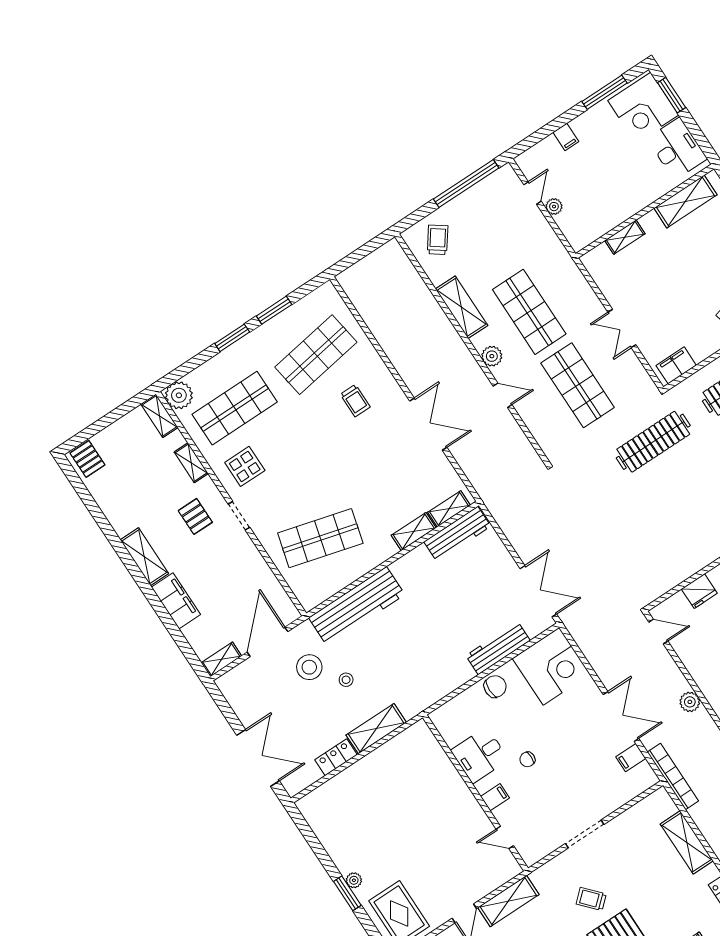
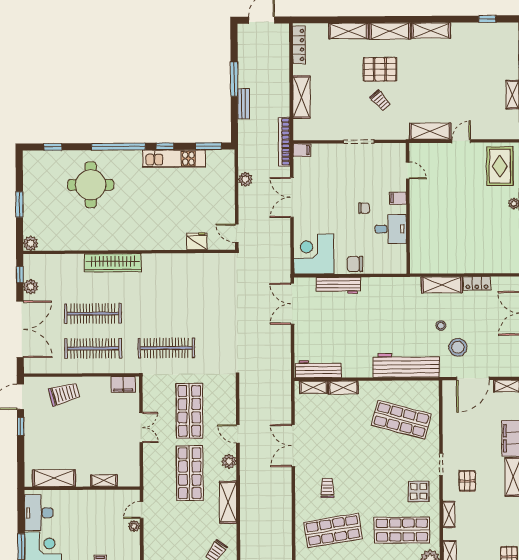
door: (532, 193) -> (142, 510), moved
filing cabinet: (631, 758) -> (302, 150), moved

